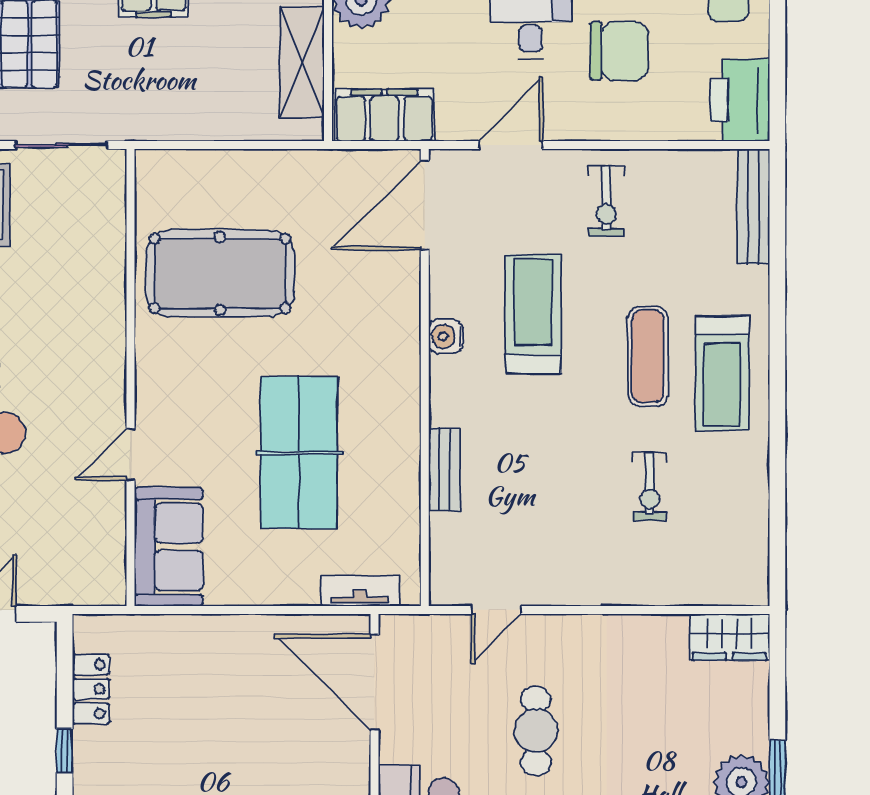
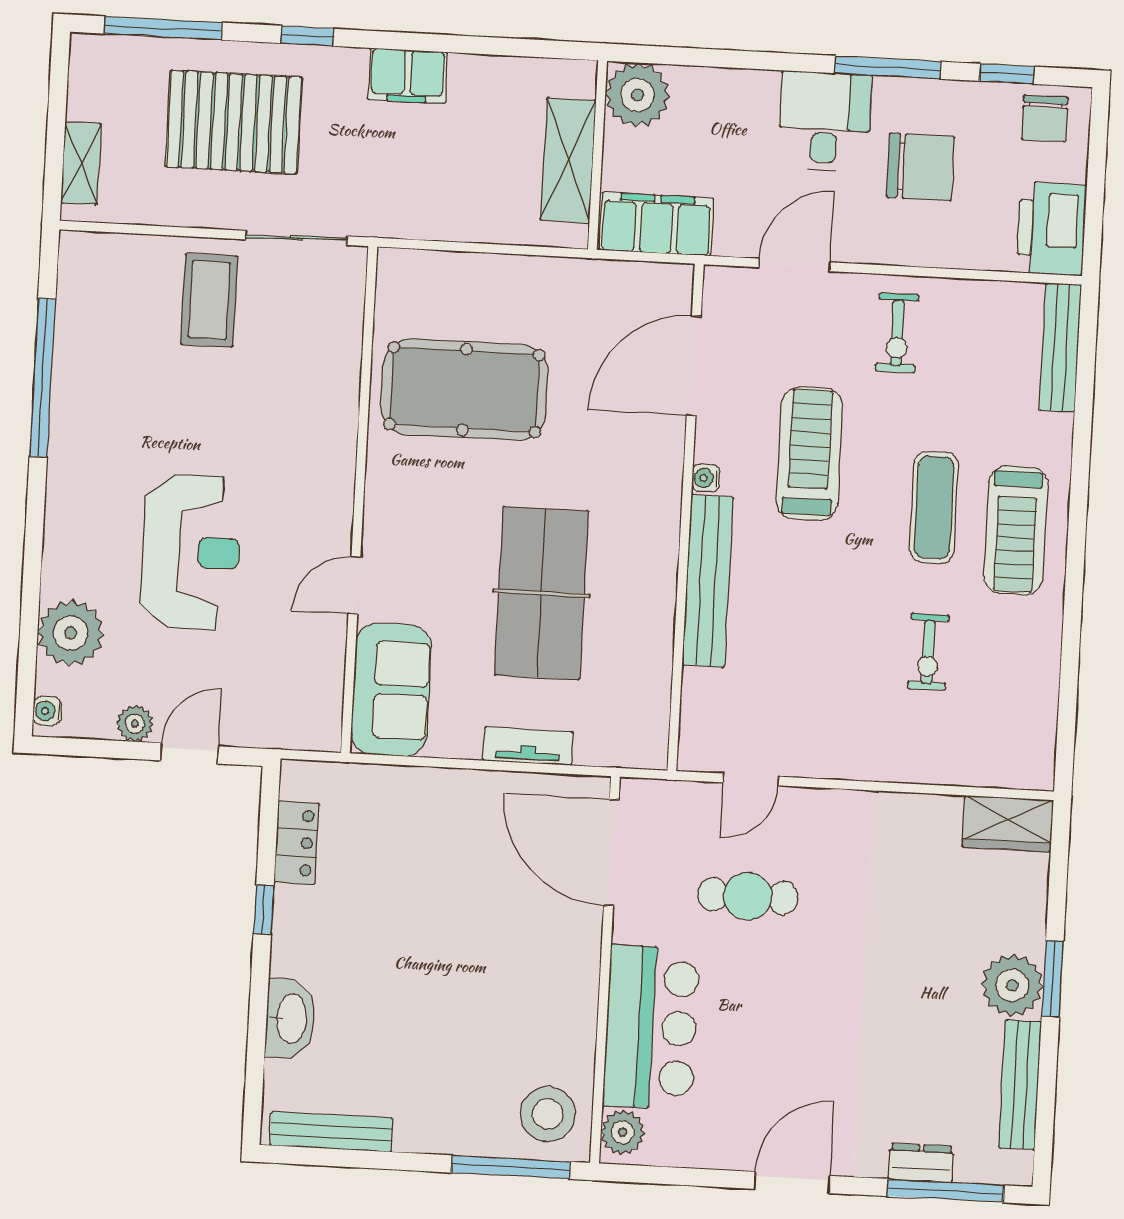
door: (425, 205) -> (694, 366), moved
water cooler: (446, 336) -> (706, 478), width x0.72, depth x0.72
bench: (444, 469) -> (708, 581), width x1.86, depth x1.21
tv unit: (360, 591) -> (528, 746), moved
cafe table: (536, 731) -> (748, 896), moved, turned 90

